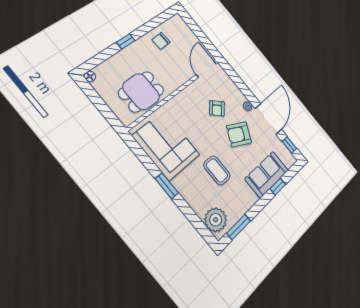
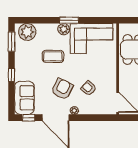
sofa: (267, 174) -> (24, 98), moved
plant: (181, 183) -> (64, 29), added
window: (278, 187) -> (12, 75), moved

